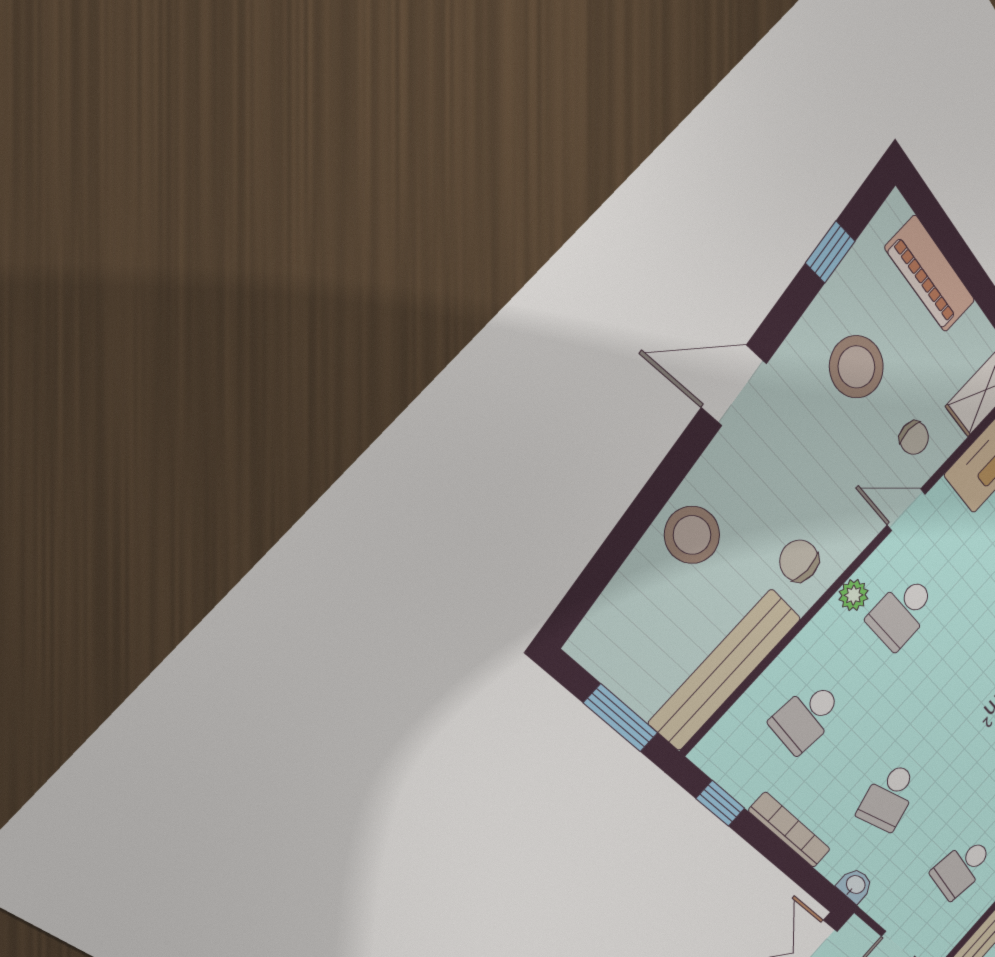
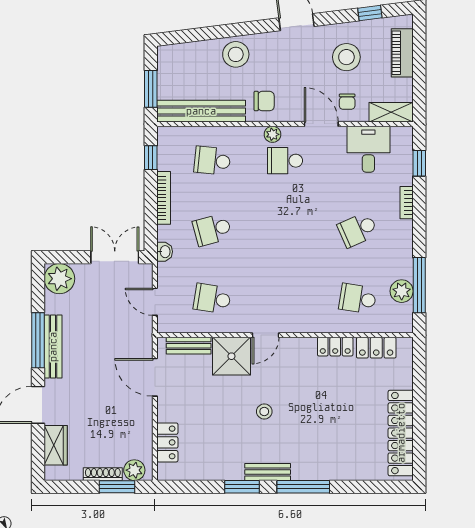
door: (906, 510) -> (321, 124), width x1.38
chair: (799, 561) -> (264, 101), turned 90

